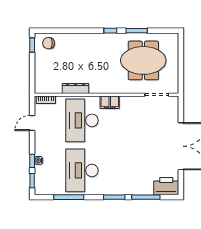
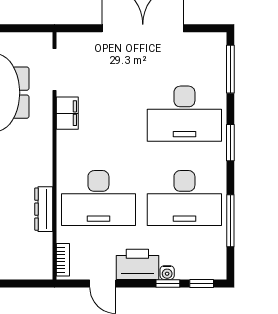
filing cabinet: (110, 102) -> (67, 113), moved
desk: (131, 170) -> (184, 114), added
printer: (166, 186) -> (137, 264), moved, turned 90
window: (146, 197) -> (230, 69), moved

